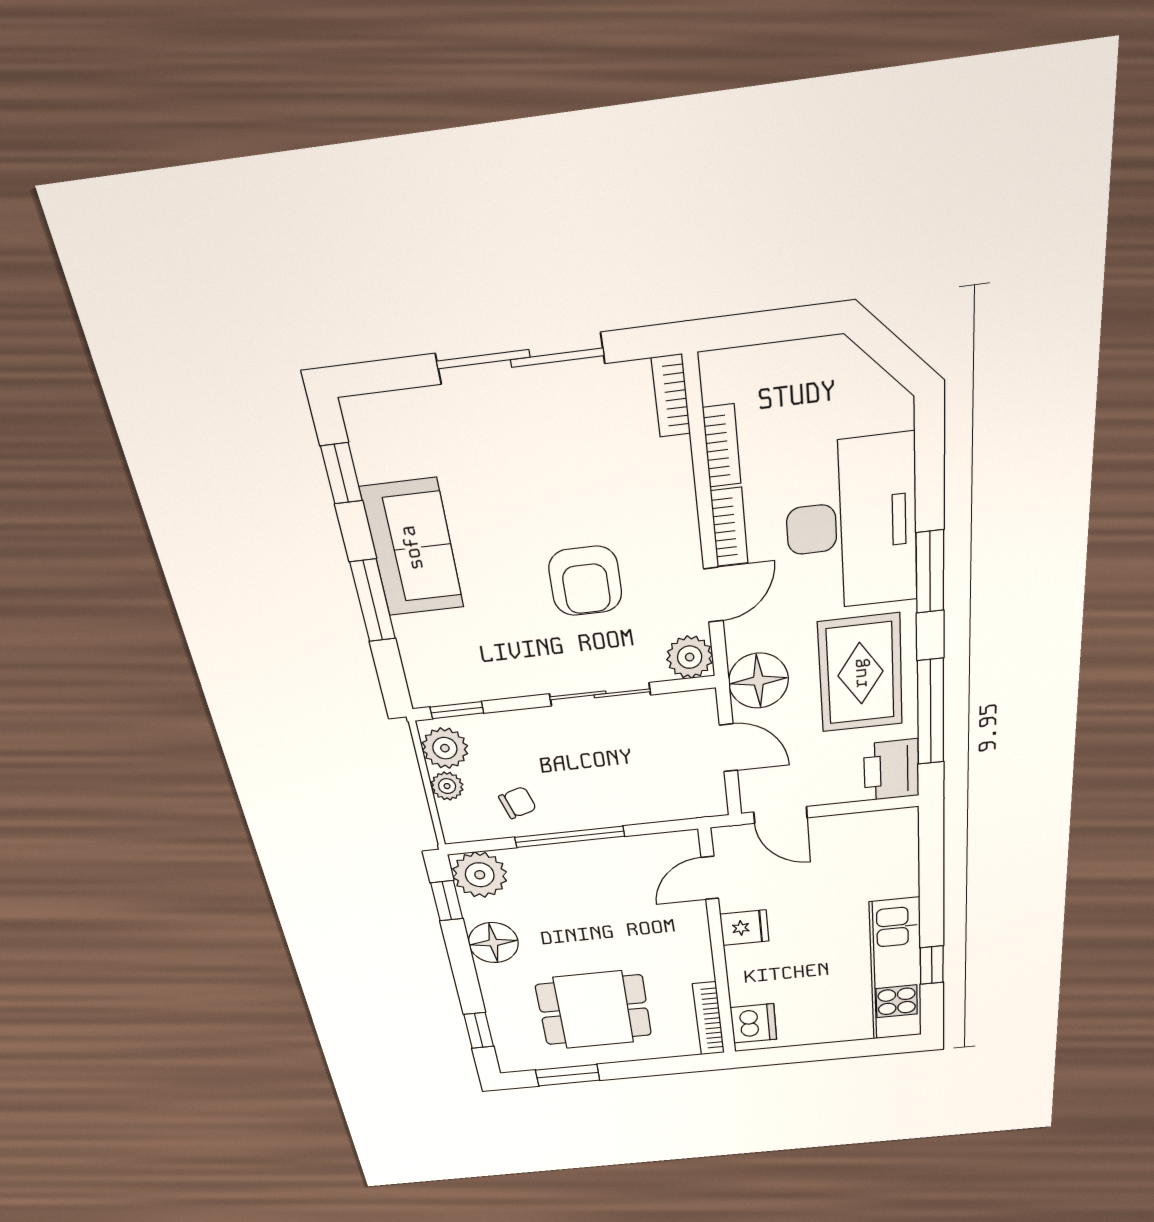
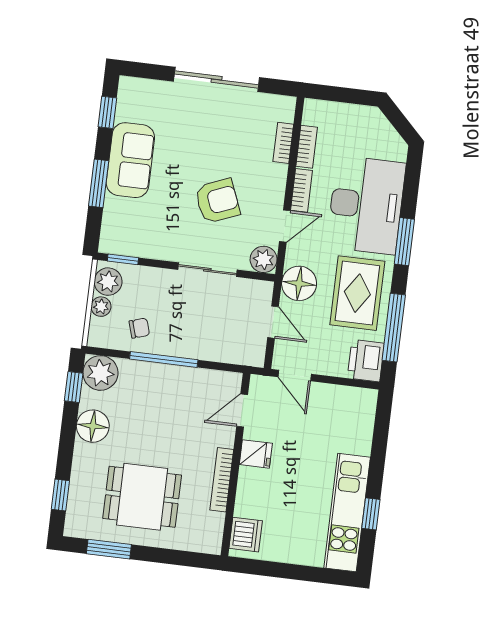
bookcase: (671, 396) -> (283, 143), moved
armchair: (585, 581) -> (217, 201), turned -112
bookcase: (709, 1019) -> (222, 480), moved

